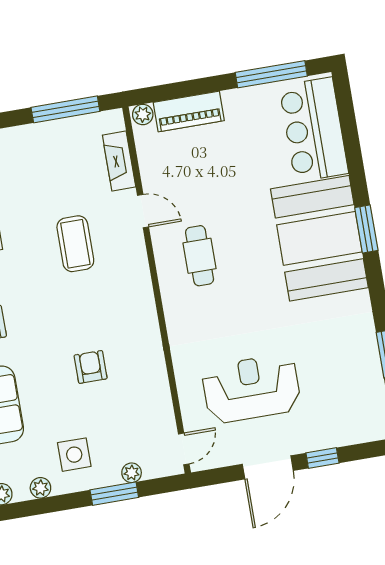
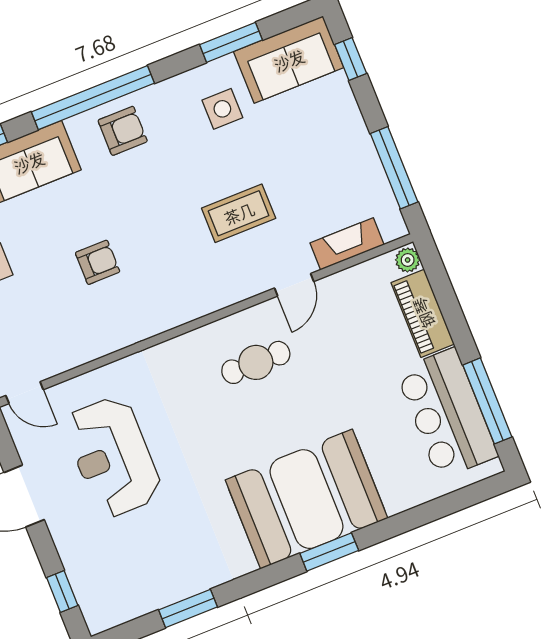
bar counter: (314, 130) -> (447, 413), moved, turned -90
reception desk: (251, 389) -> (113, 457), turned 180
window: (322, 458) -> (62, 591), moved

